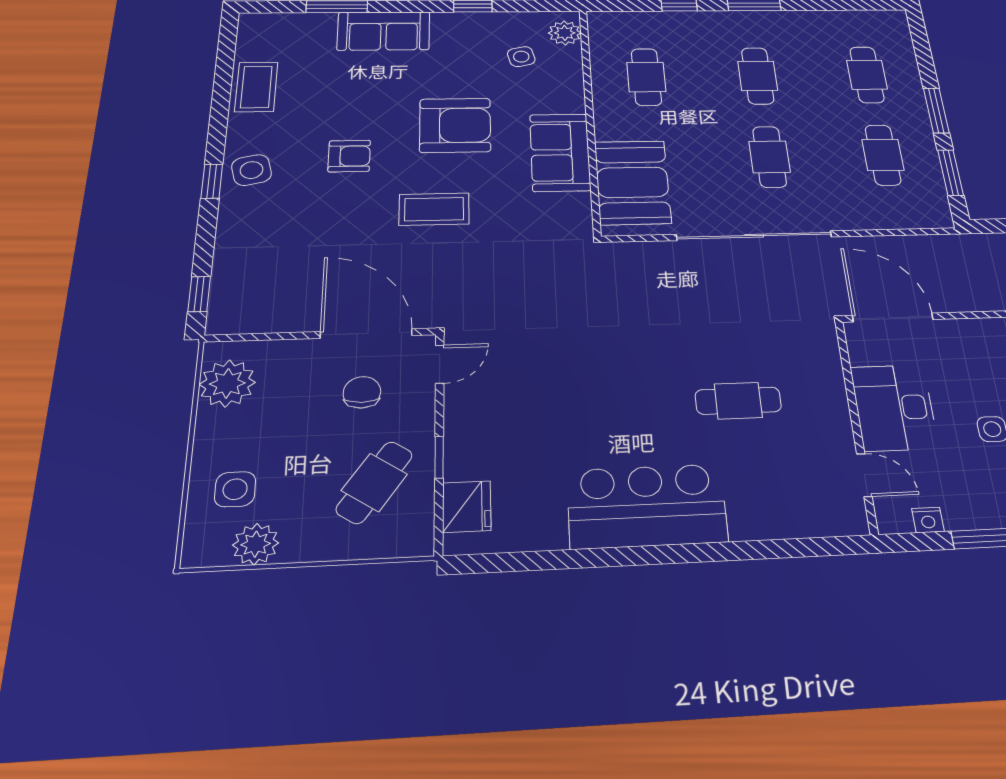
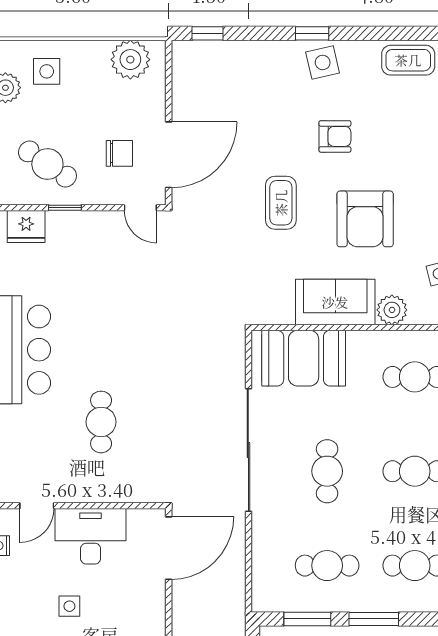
plant: (567, 99) -> (392, 310), added
armchair: (349, 156) -> (335, 136), turned -90
cafe table: (769, 157) -> (327, 471), turned 90

